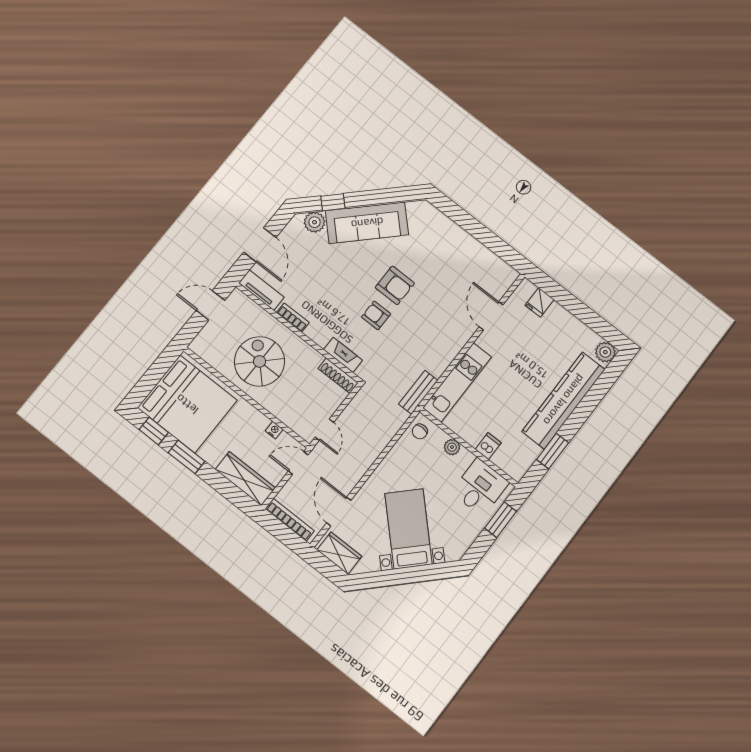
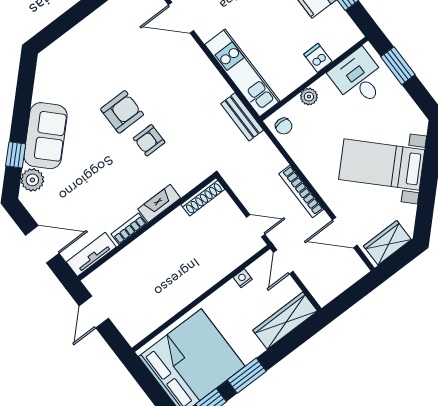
sofa: (367, 223) -> (45, 136), width x0.73
fireplace: (343, 355) -> (159, 203), moved
spiral stairs: (260, 361) -> (166, 275), removed
bookcase: (290, 520) -> (301, 191), moved, turned -90

